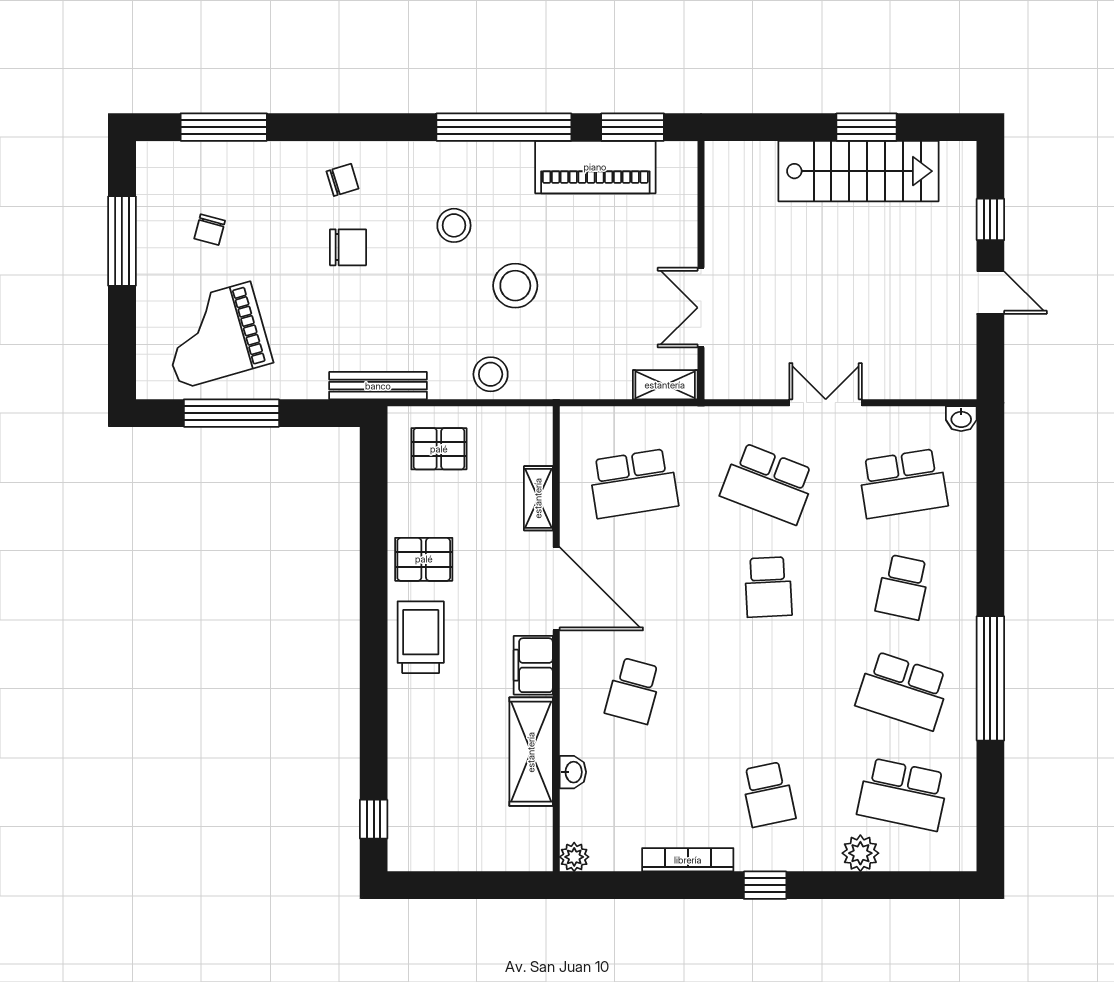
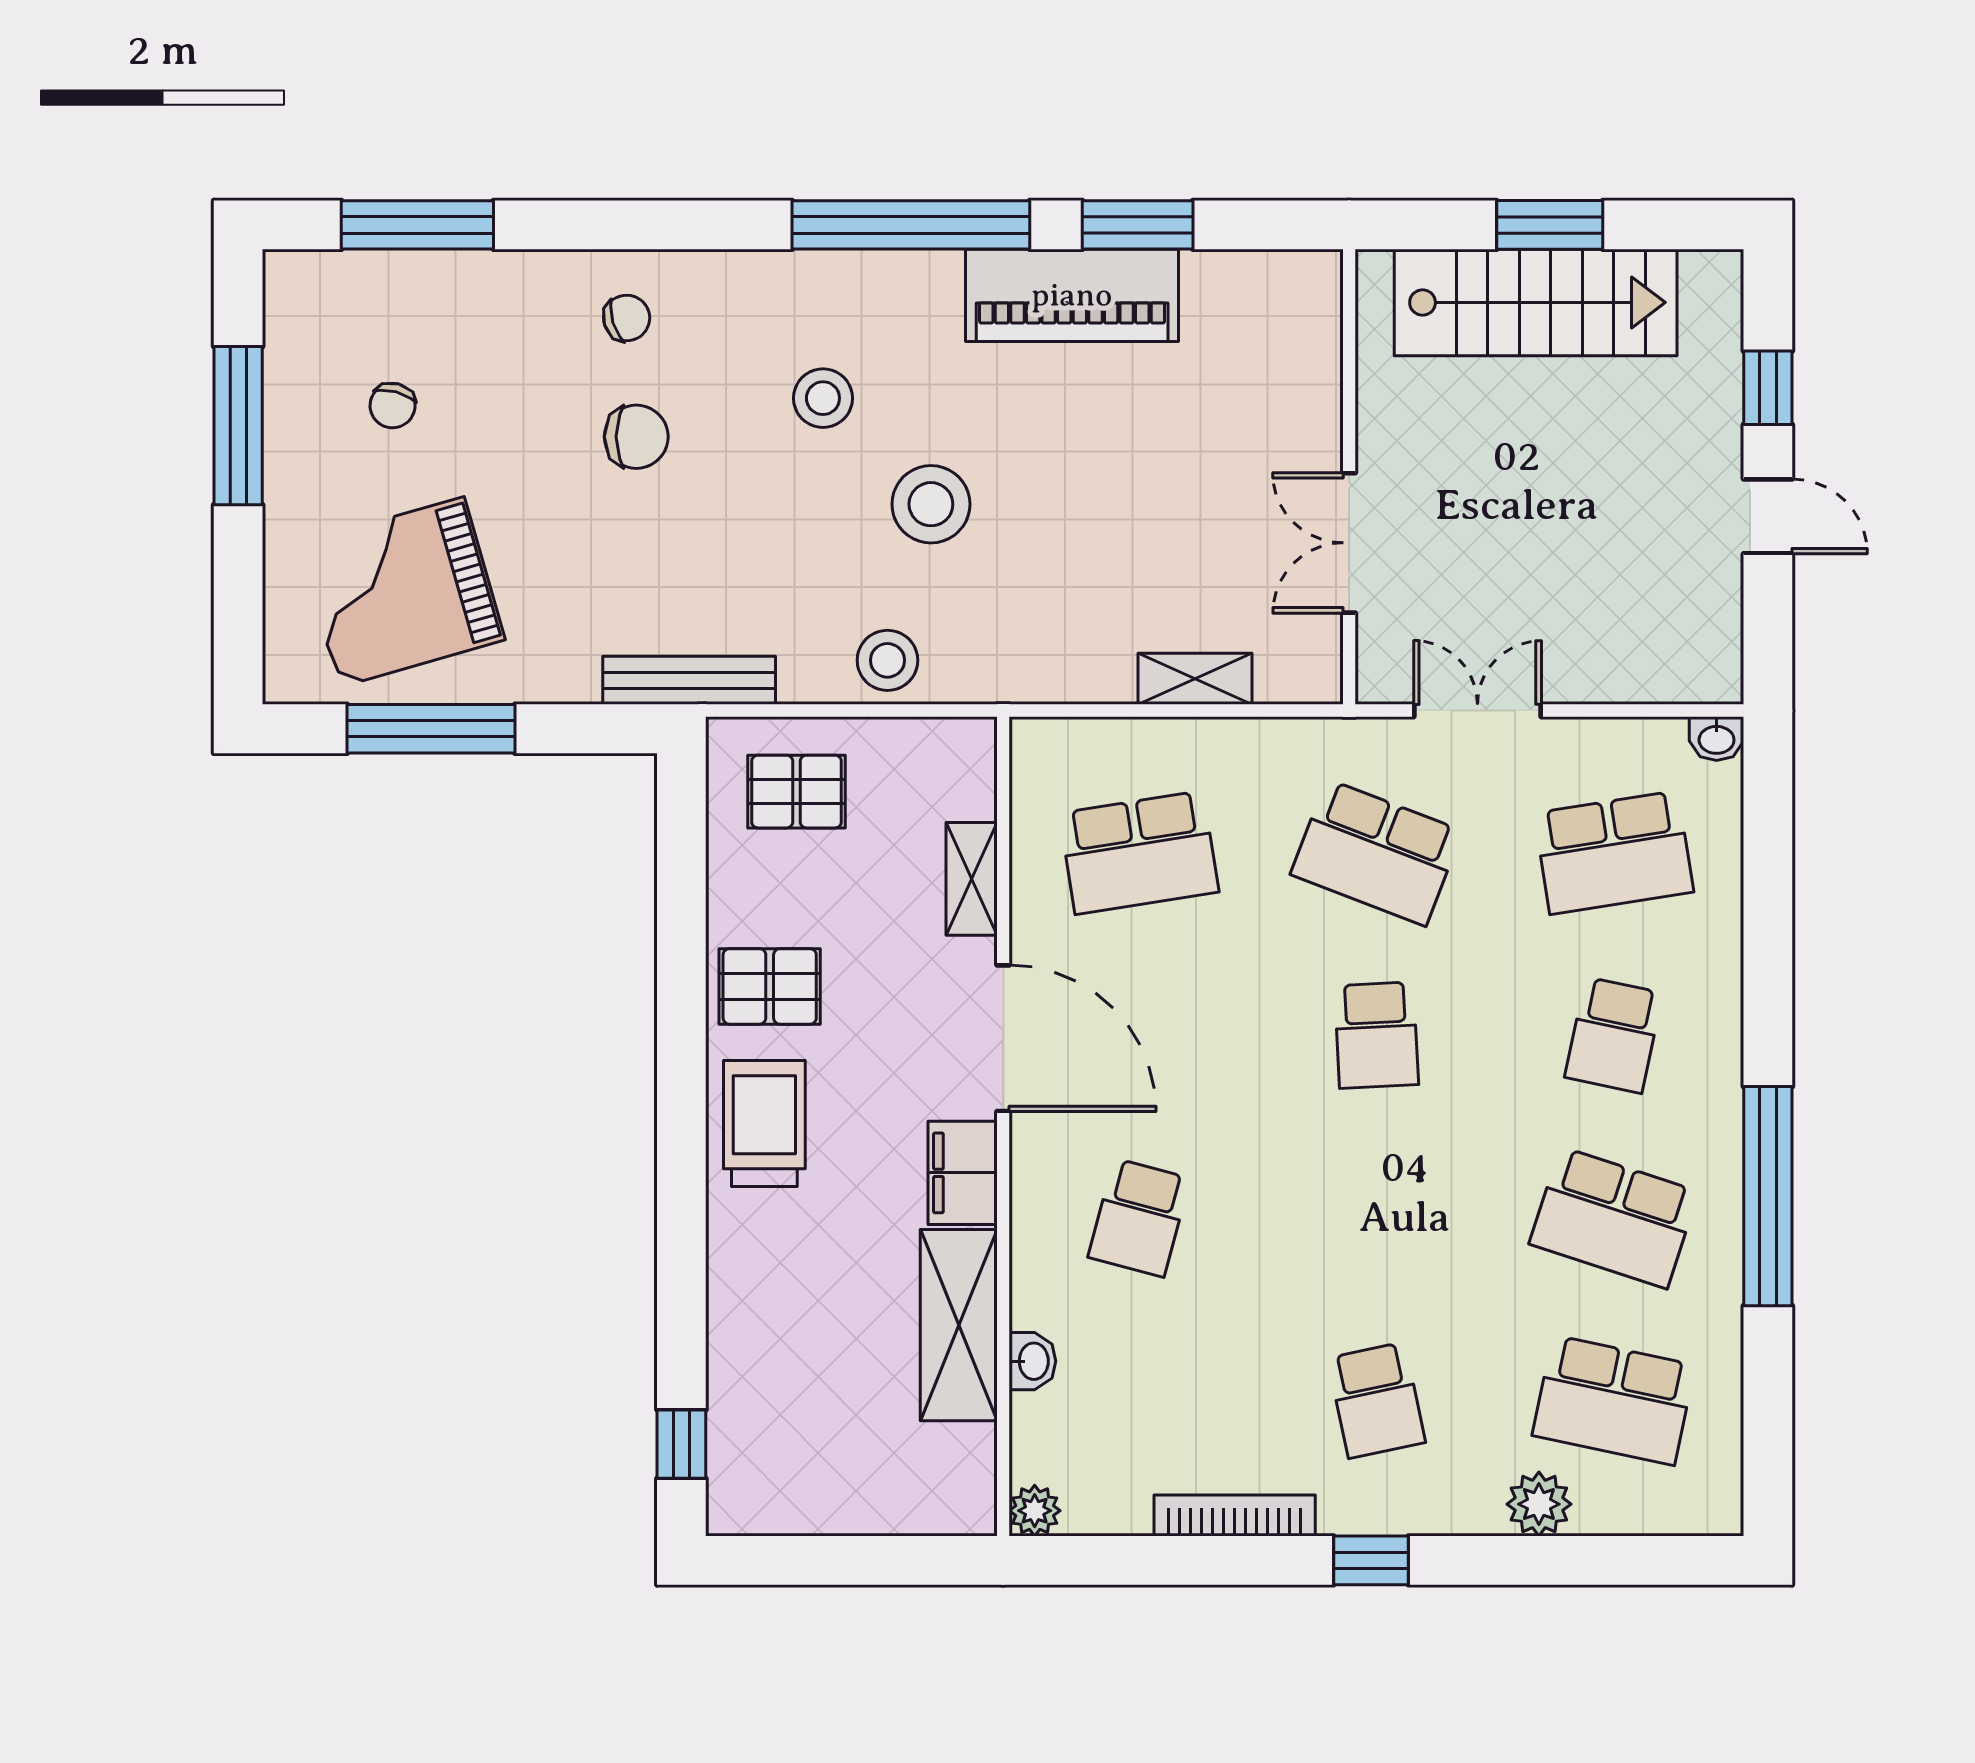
wall: (701, 270) -> (1349, 477), moved
double door: (701, 308) -> (1349, 543), moved

